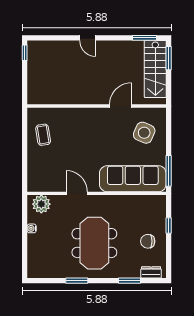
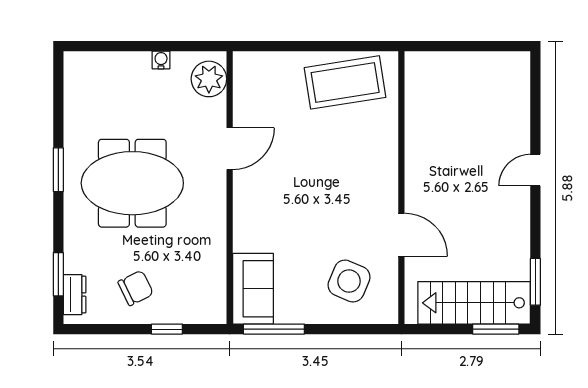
window: (25, 53) -> (506, 46), removed
coffee table: (43, 135) -> (345, 82), width x1.86, depth x1.72
sofa: (133, 179) -> (253, 289), width x0.54, depth x0.79
chair: (148, 241) -> (136, 288), turned 64
window: (77, 281) -> (58, 170), moved
window: (130, 281) -> (58, 274), moved

